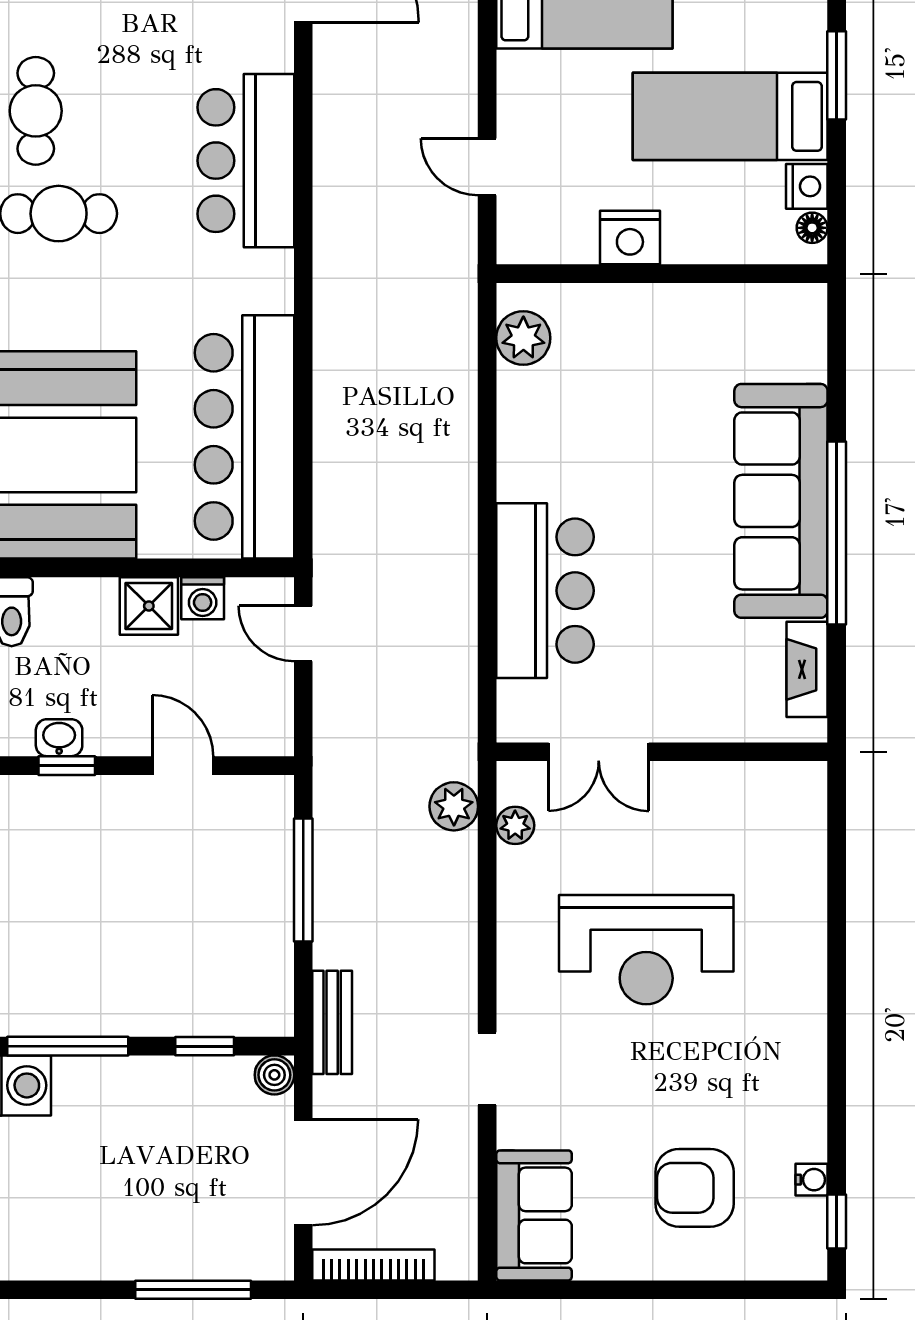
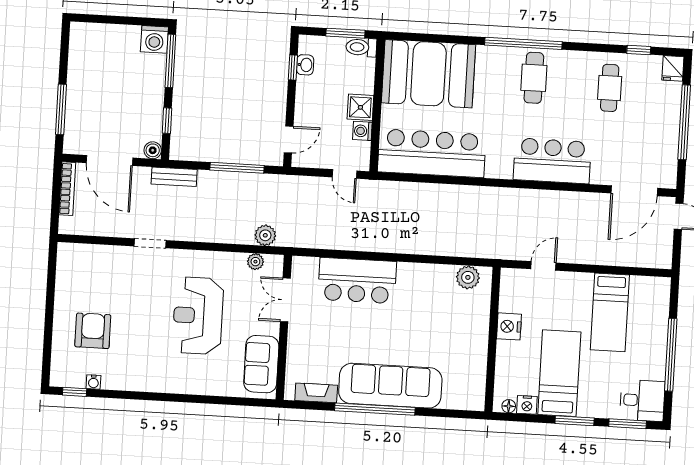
cafe table: (36, 111) -> (610, 88), moved, turned 90
door: (303, 634) -> (344, 174), swing flipped
door: (183, 766) -> (289, 139), moved
sofa: (534, 1215) -> (261, 364), moved, turned 90

